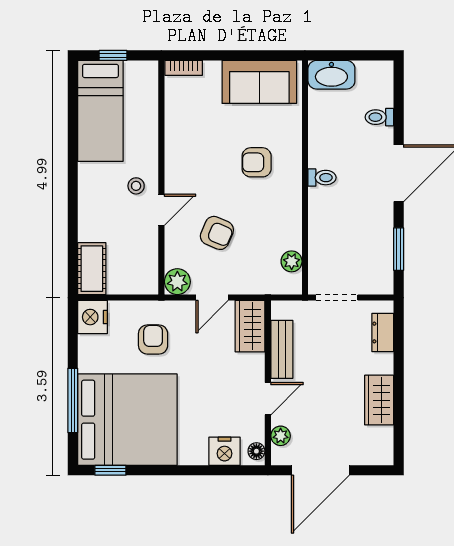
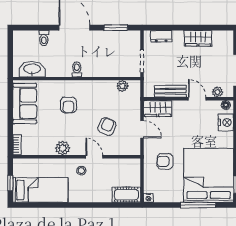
washbasin: (331, 75) -> (32, 69), moved, turned -90
plant: (177, 282) -> (63, 148), moved
nightstand: (93, 317) -> (148, 198), width x0.53, depth x0.56

